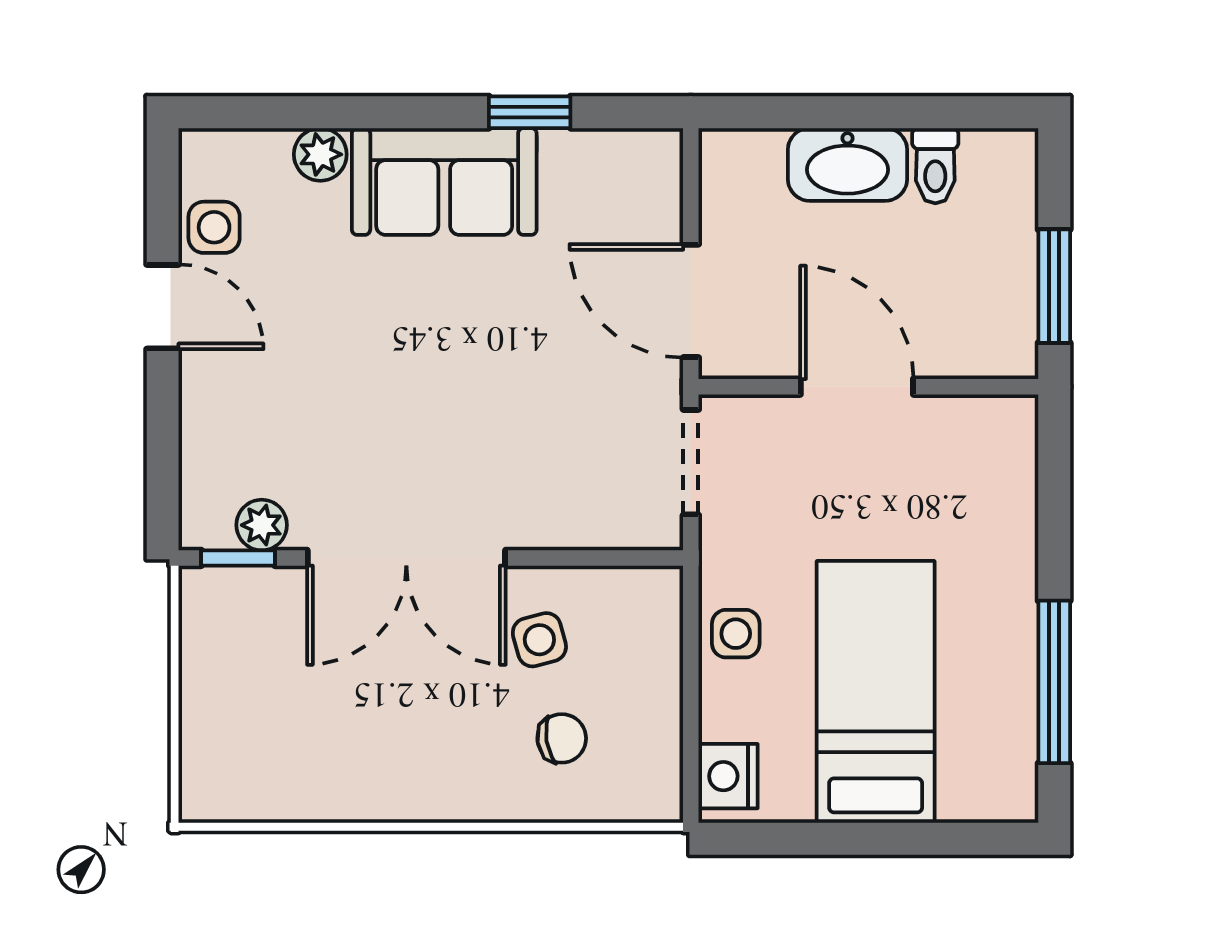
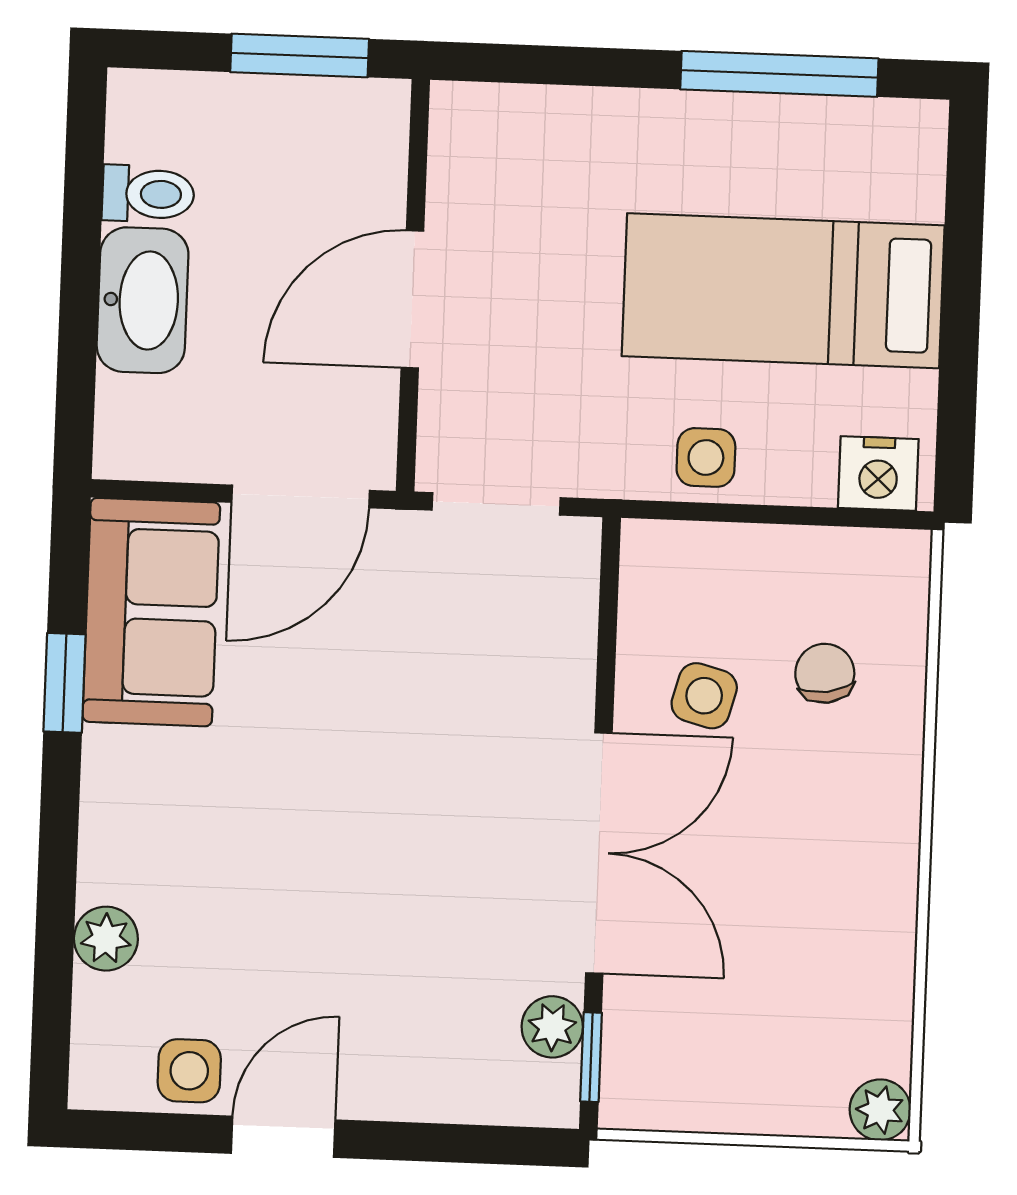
sofa: (444, 181) -> (151, 612), moved
side table: (539, 640) -> (704, 696), turned 30
plant: (204, 798) -> (880, 1110), added

